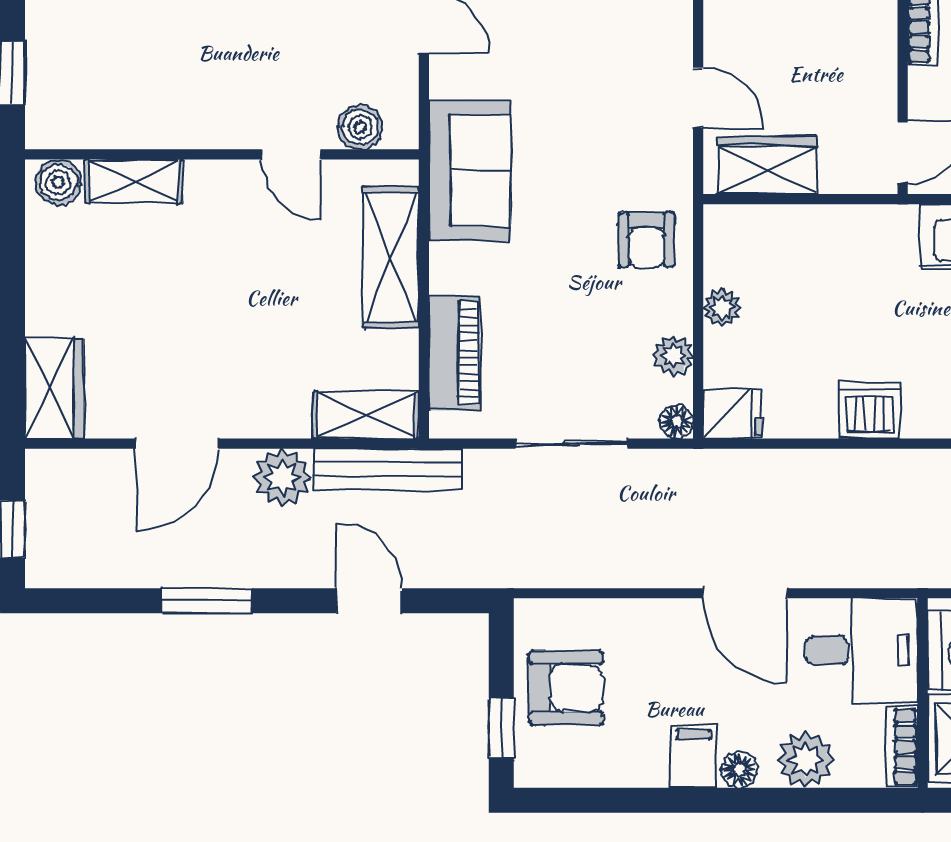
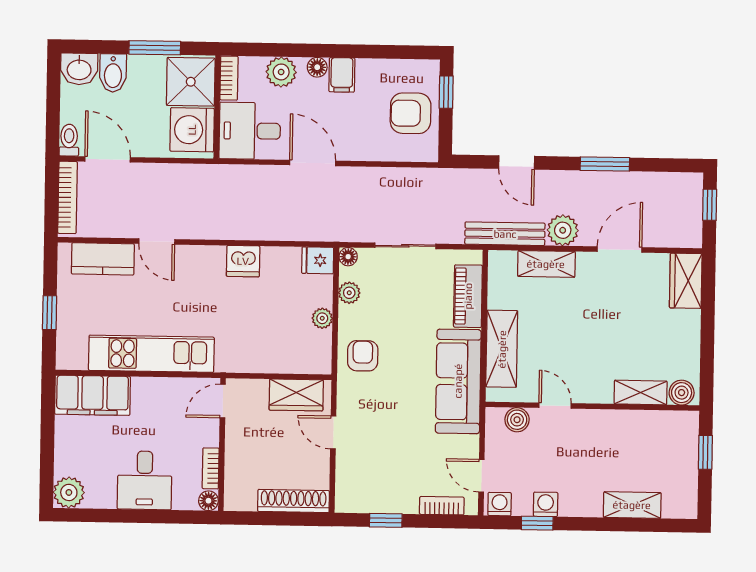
sofa: (470, 170) -> (458, 381), width x1.36
shelving: (366, 415) -> (546, 264), moved

